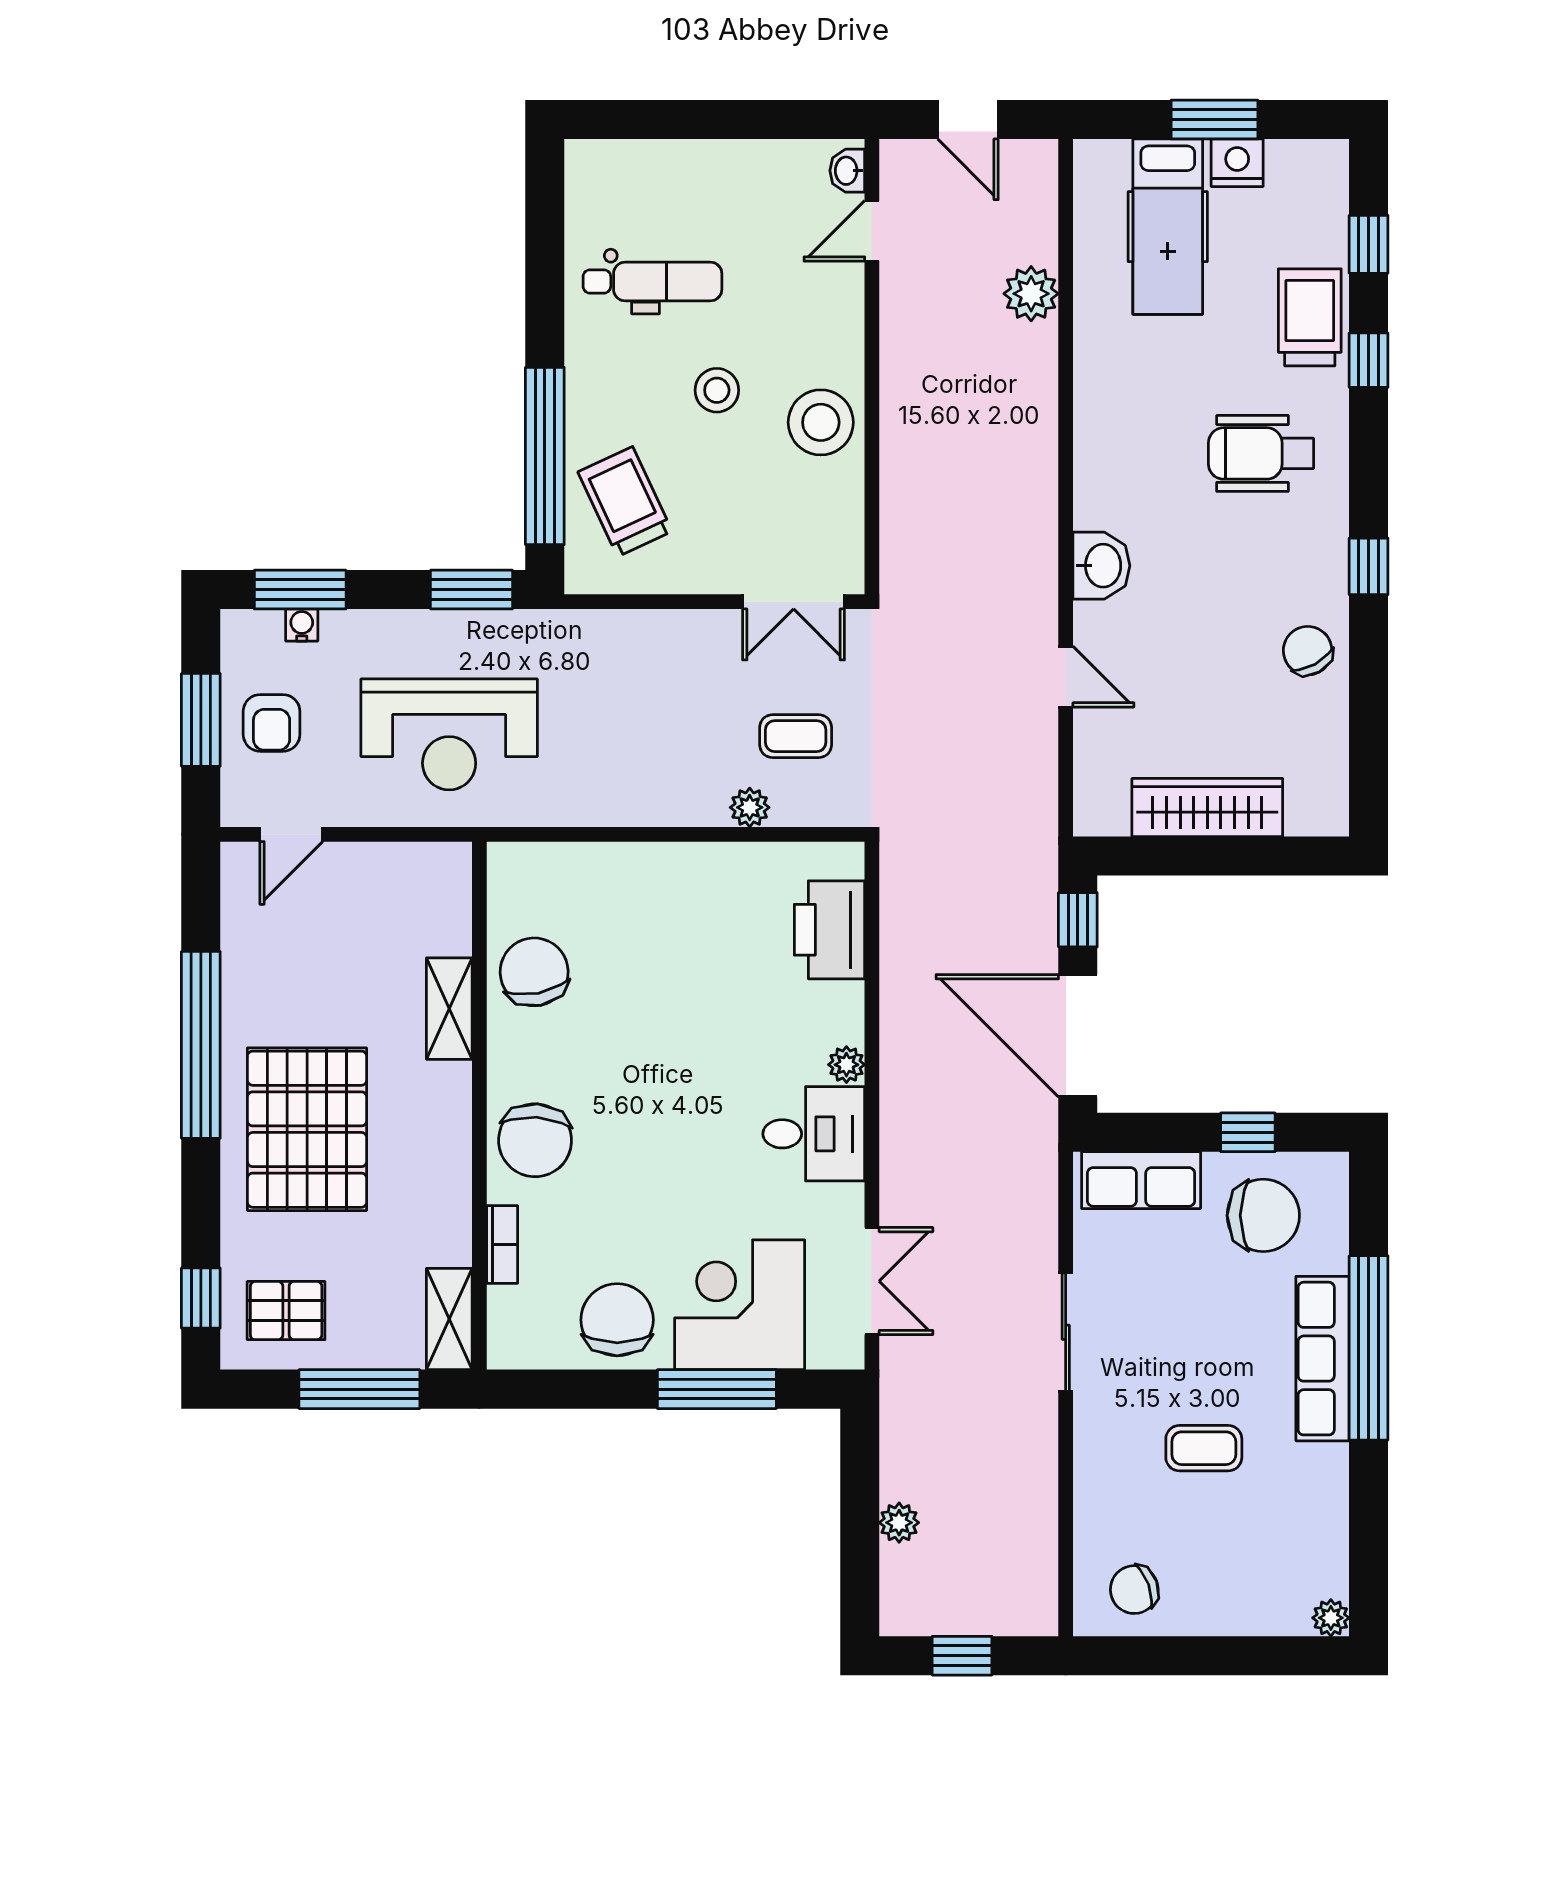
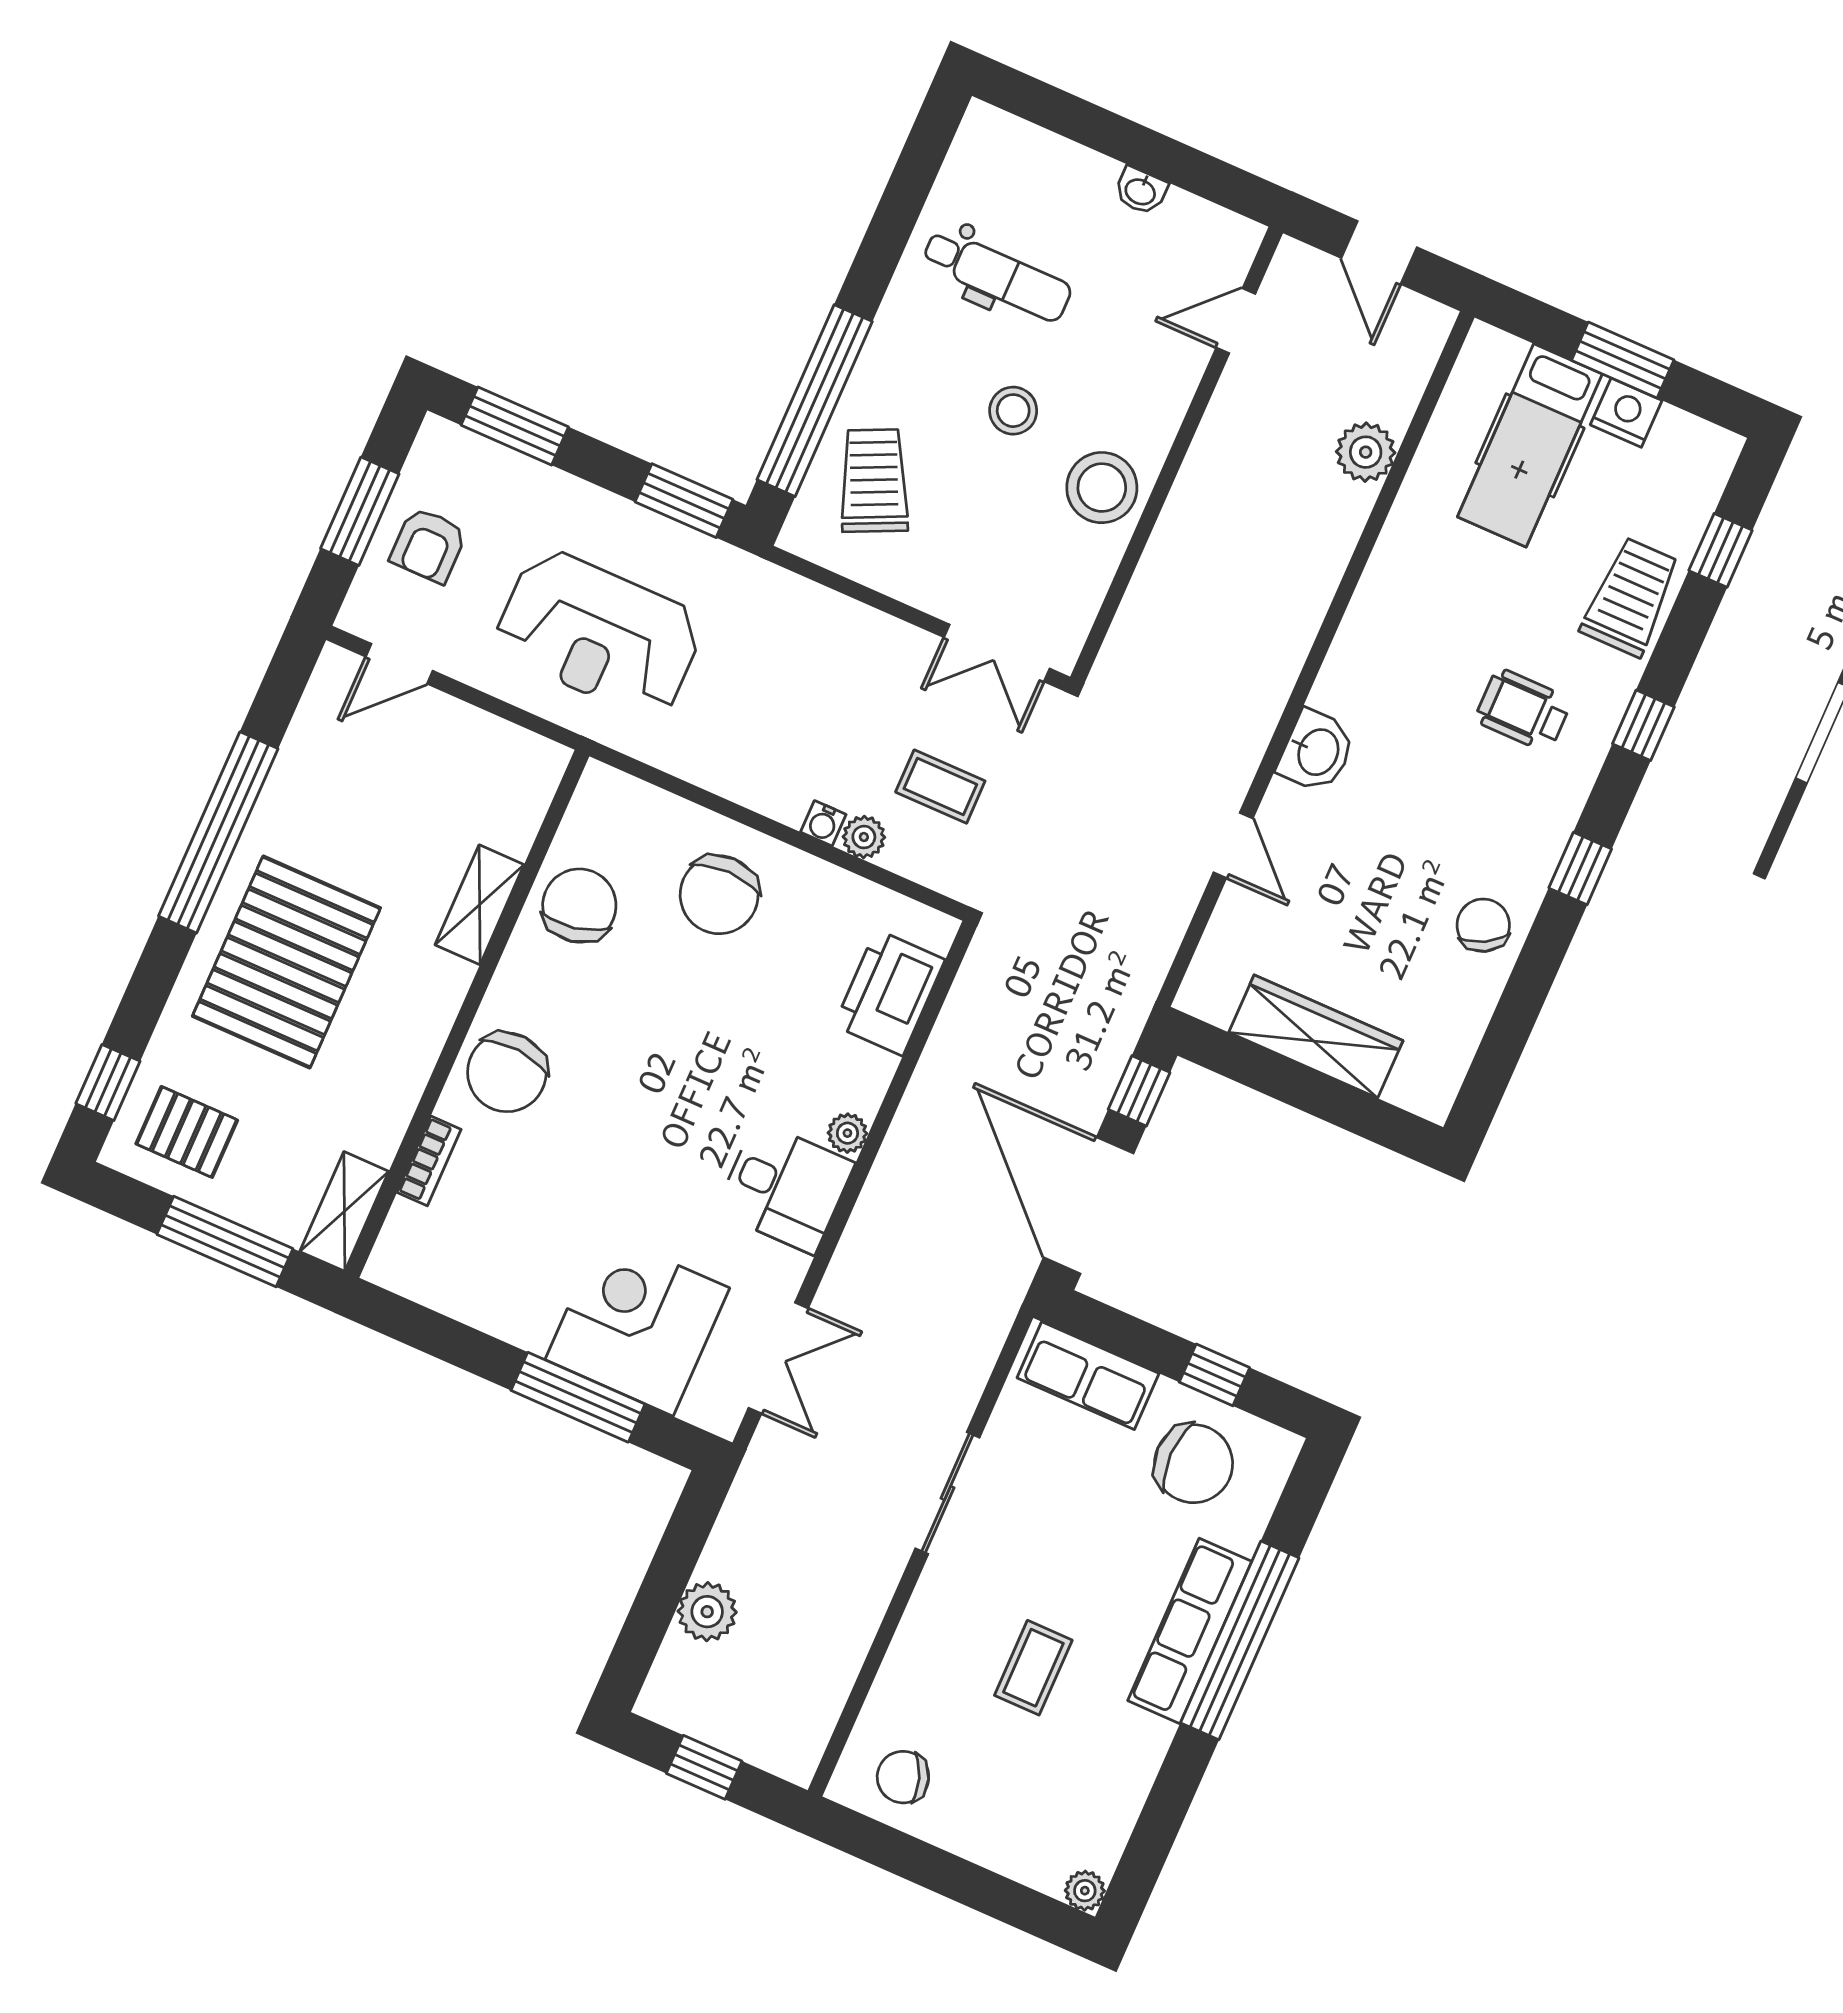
washbasin: (847, 171) -> (1141, 191), moved, turned -90
window: (1369, 360) -> (1643, 725), moved
wheelchair: (1261, 453) -> (1523, 710), width x0.73, depth x0.73
water cooler: (302, 625) -> (823, 823), moved, turned 180
chair: (617, 1320) -> (719, 895), moved, turned 180
coffee table: (1204, 1448) -> (1033, 1668), turned 90
plant: (899, 1523) -> (707, 1612), width x1.38, depth x1.38

